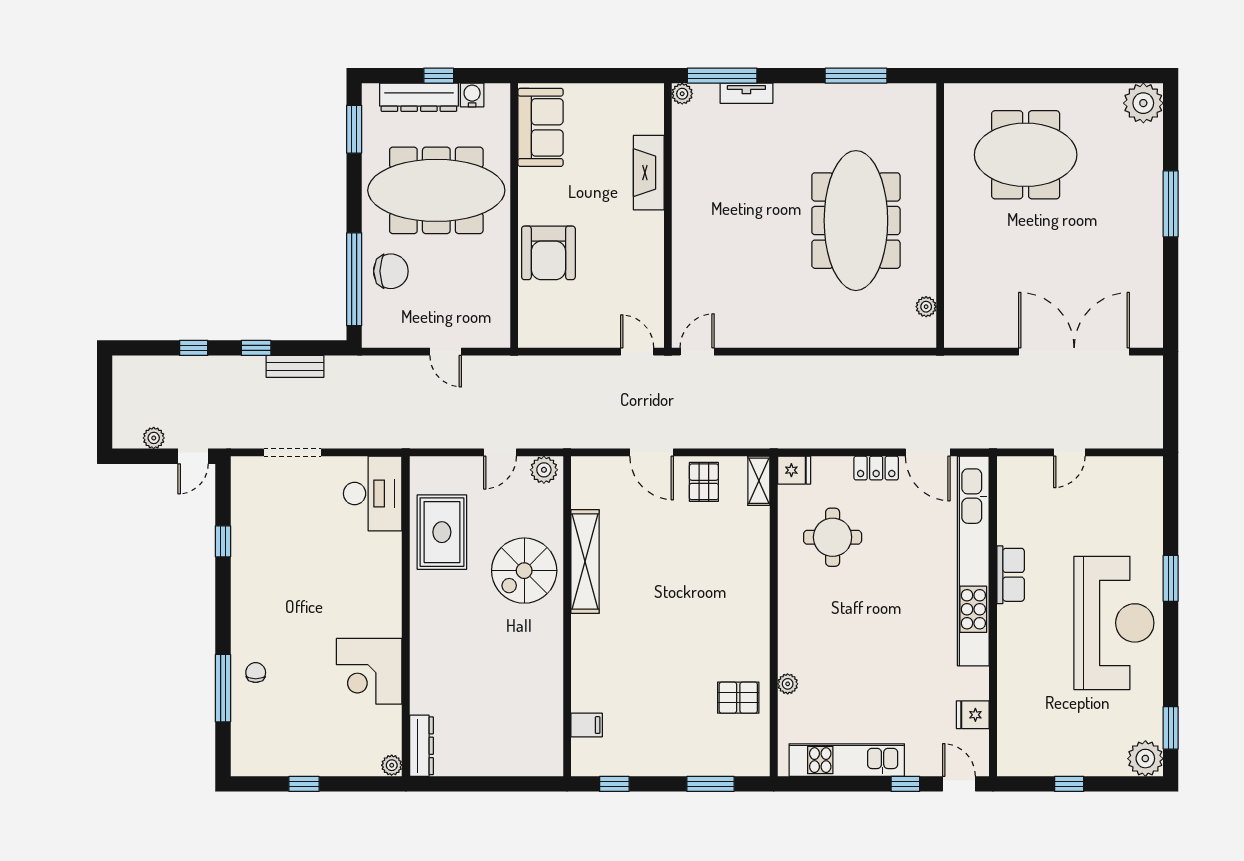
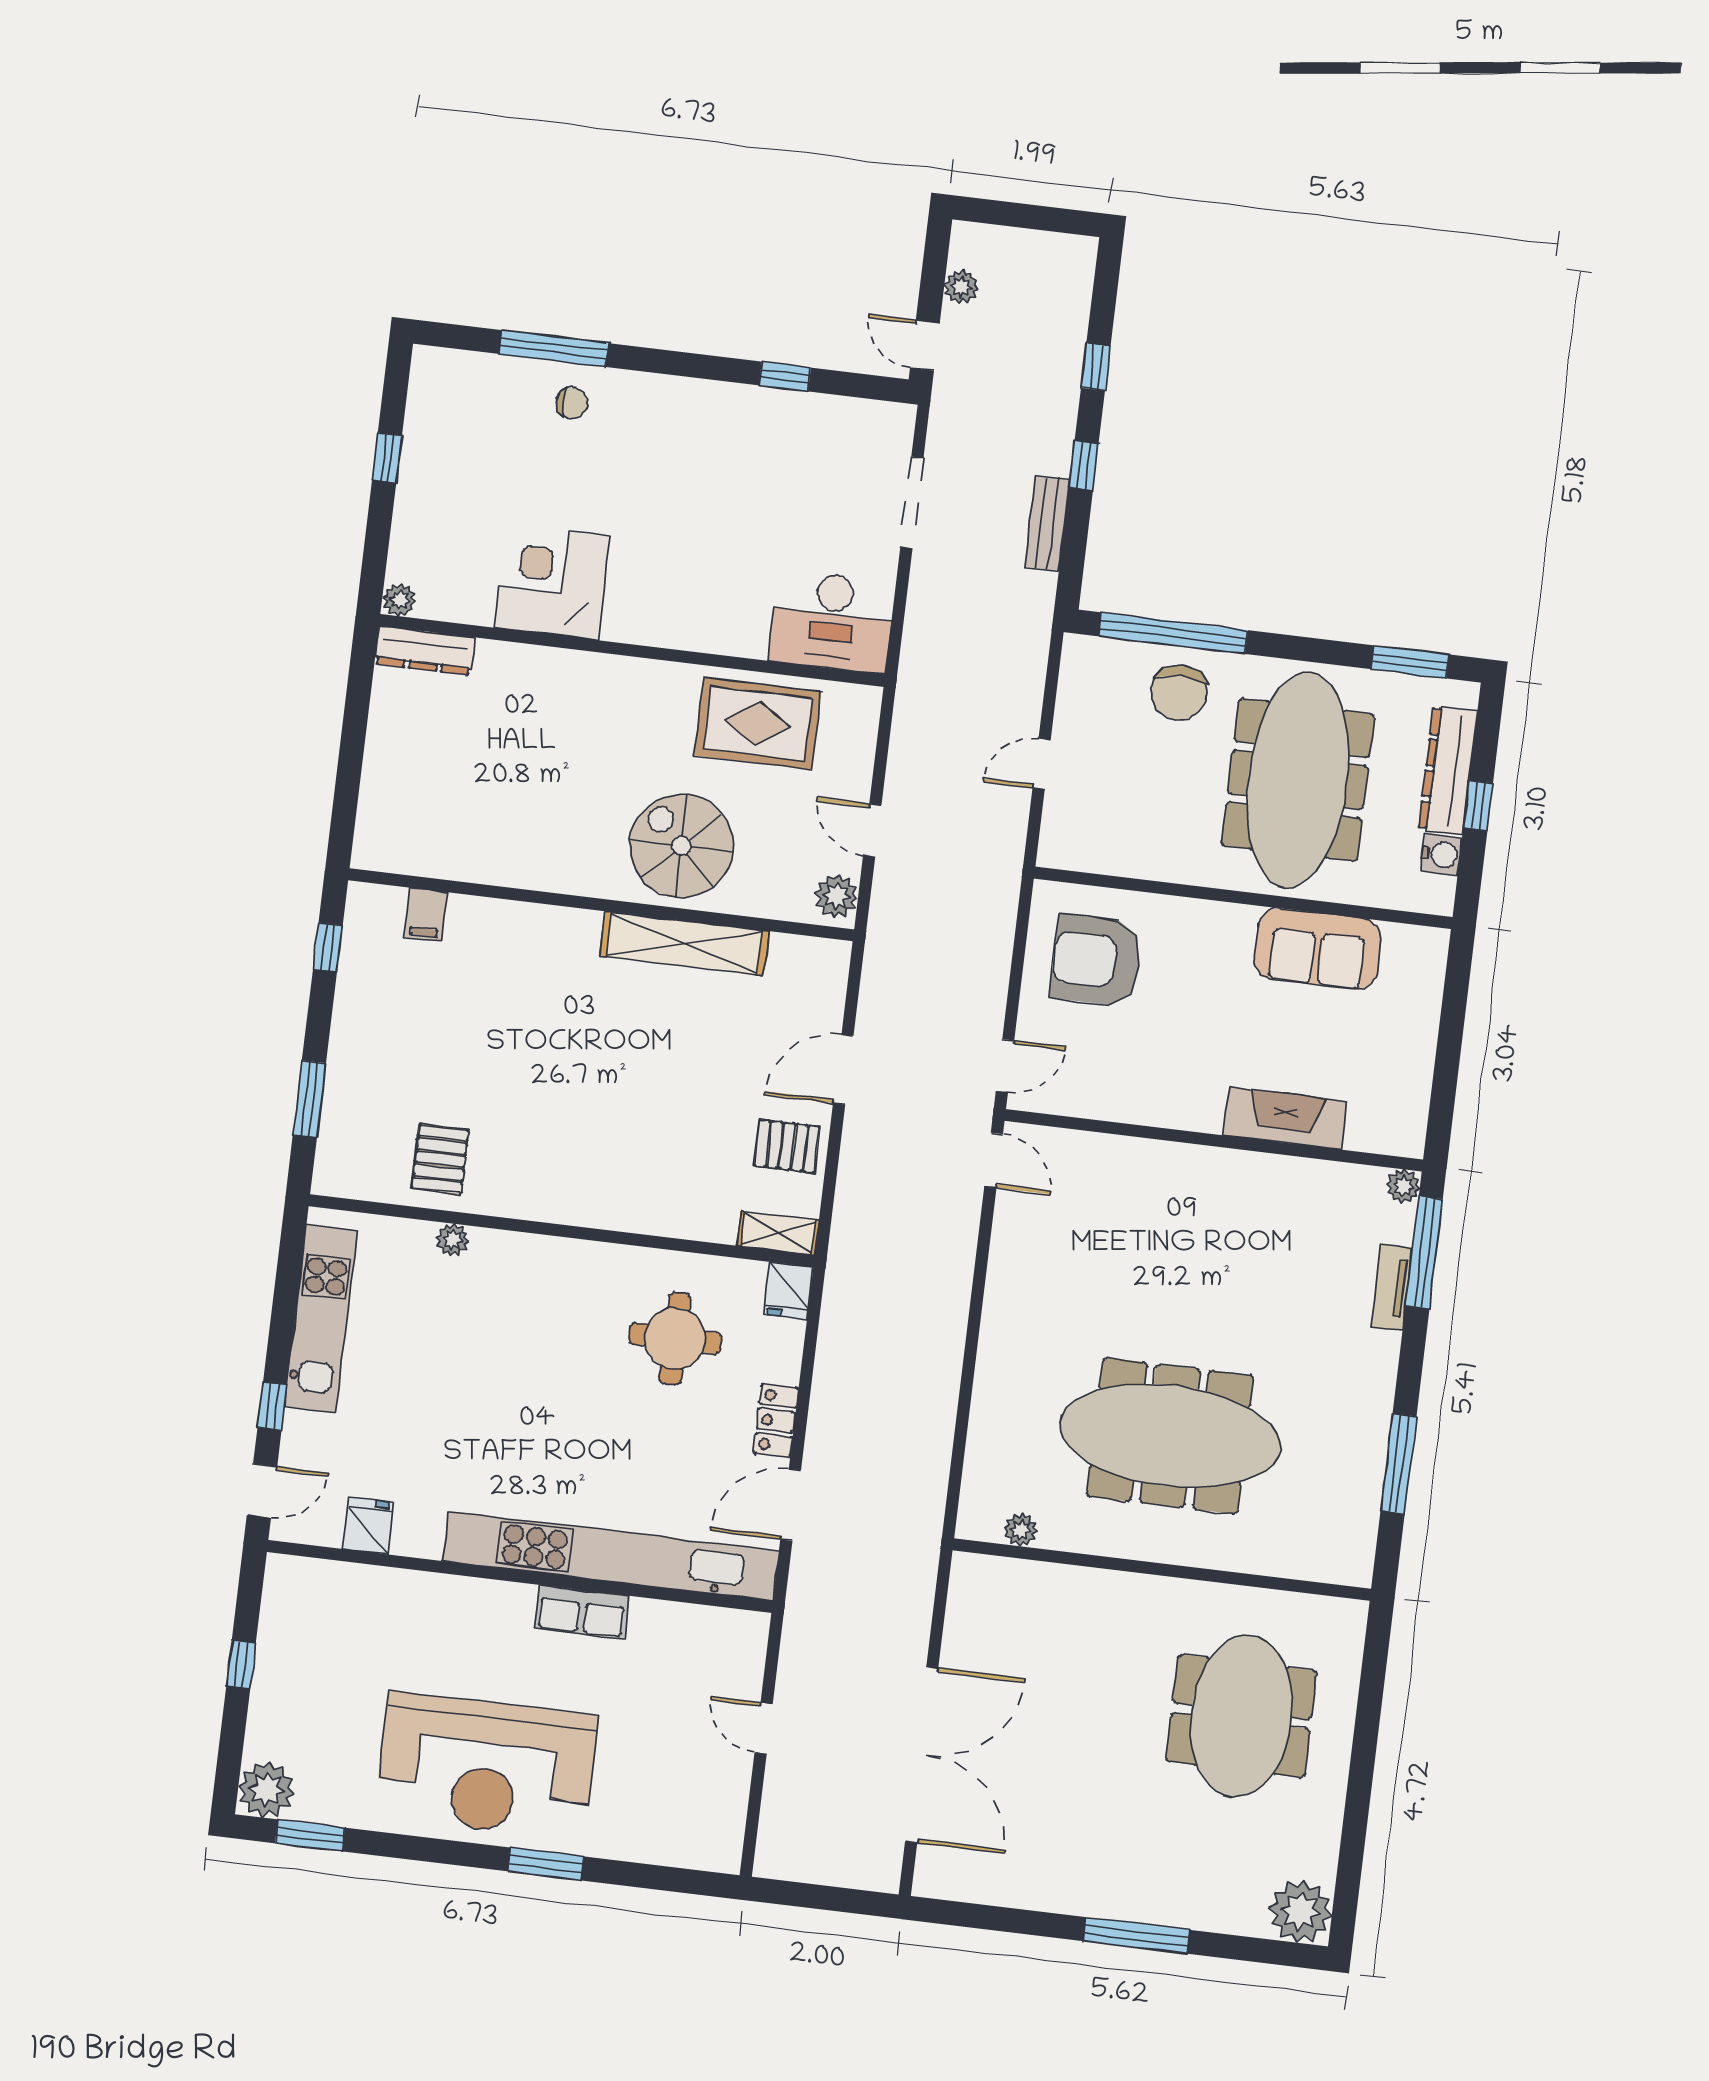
sofa: (541, 127) -> (1318, 949), moved
armchair: (548, 253) -> (1096, 961), moved

